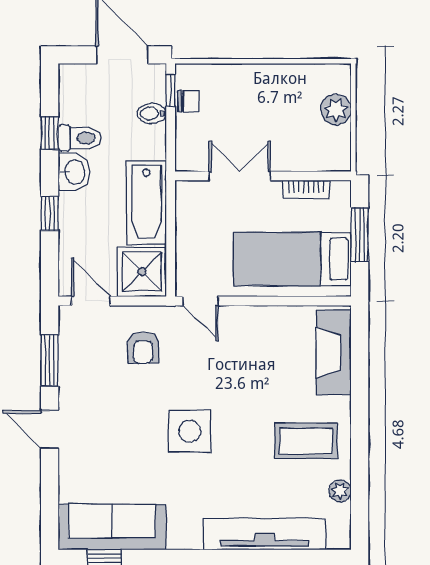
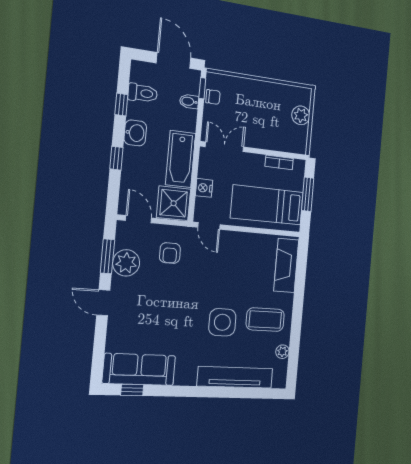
toilet: (80, 138) -> (143, 93), moved
double door: (240, 176) -> (224, 147), moved
nightstand: (187, 243) -> (204, 188), added
plant: (78, 368) -> (126, 263), added
side table: (190, 431) -> (222, 322), moved

